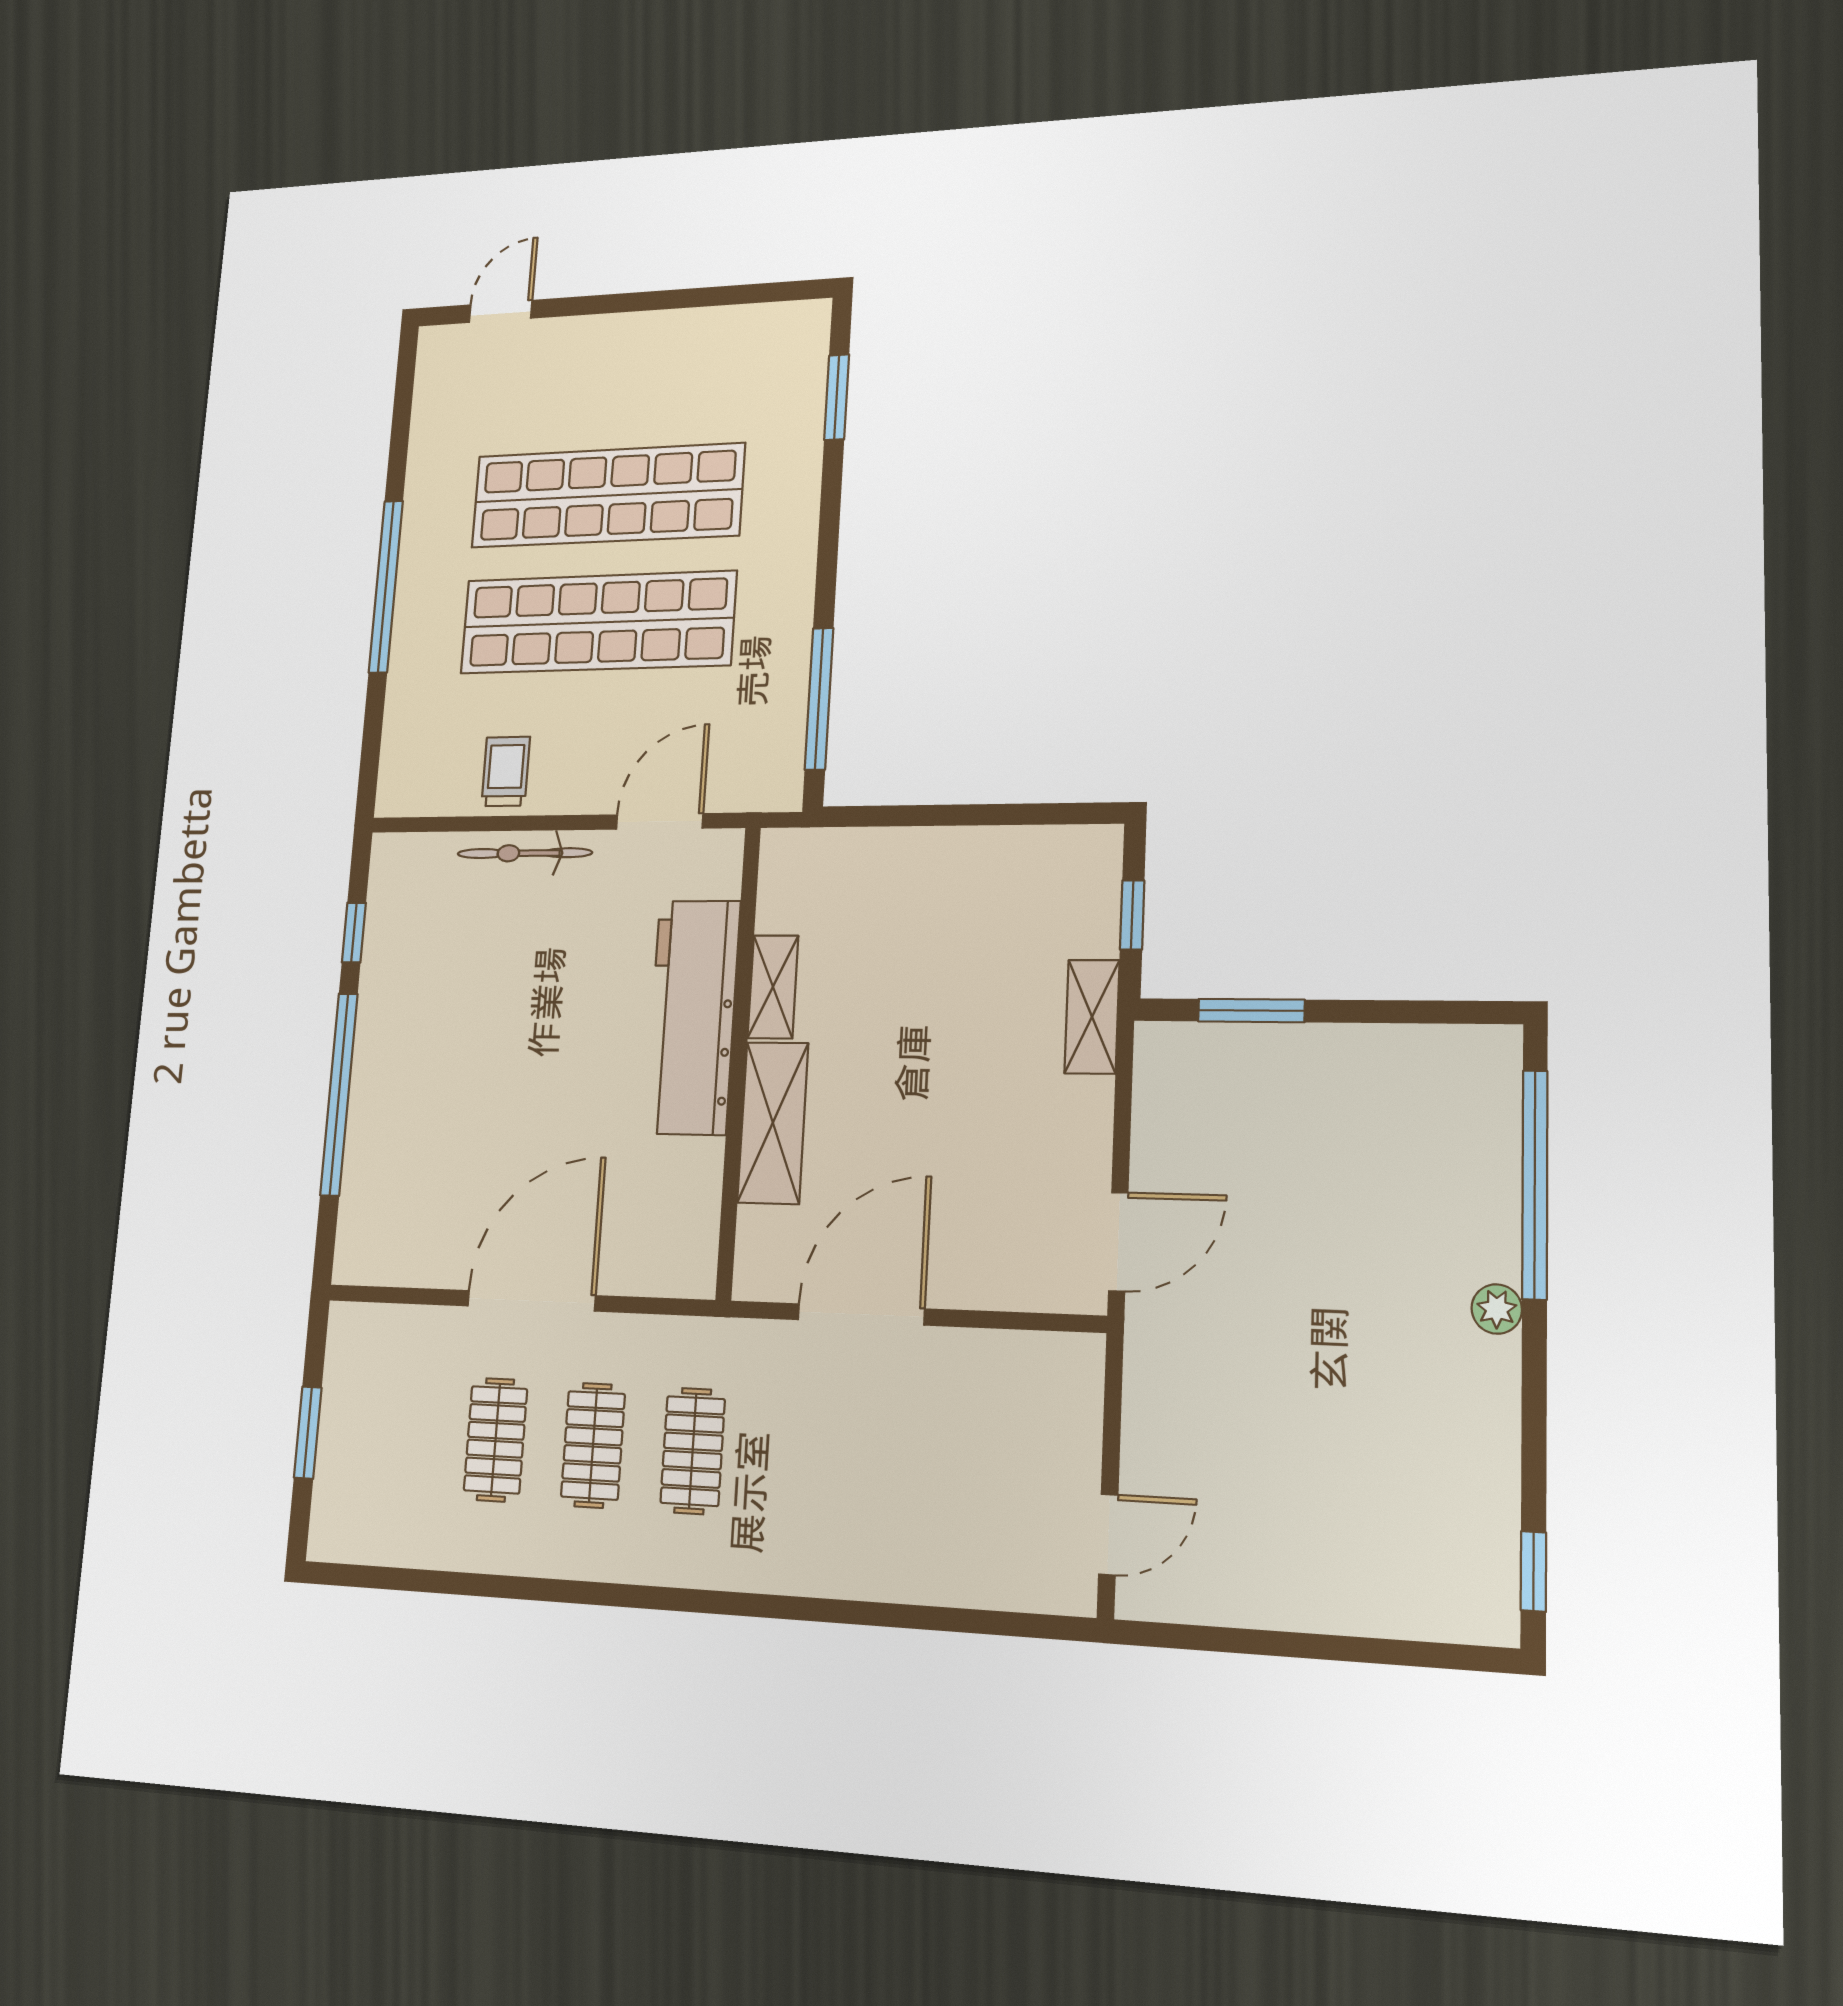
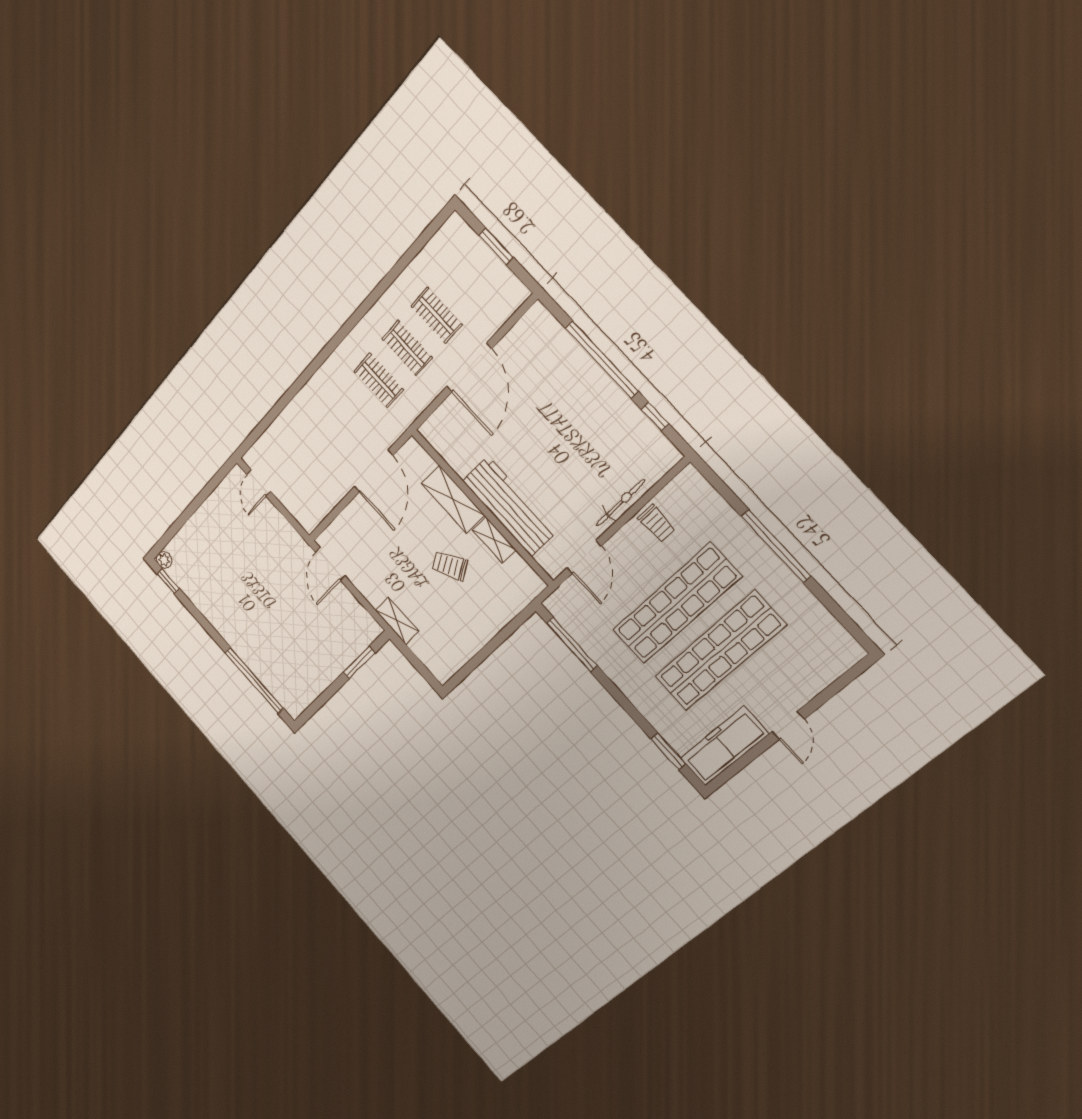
door: (501, 311) -> (788, 725), moved
freezer: (743, 340) -> (724, 746), added
window: (1132, 915) -> (415, 661), removed
trolley: (893, 1018) -> (450, 566), added
plant: (1497, 1309) -> (164, 560), moved

